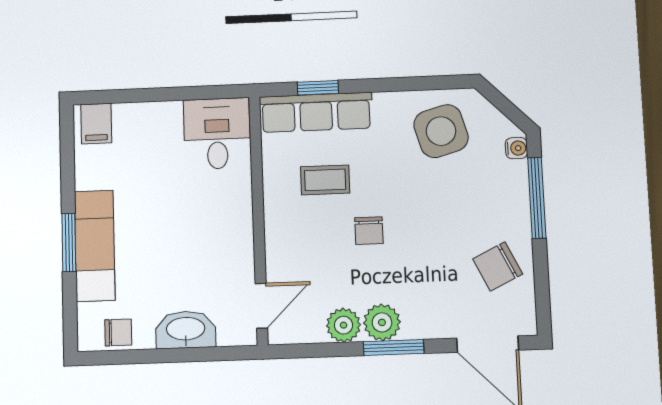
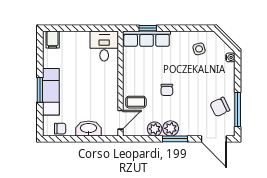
side table: (441, 131) -> (199, 49), width x0.54, depth x0.54
coffee table: (325, 180) -> (136, 102), moved
window: (537, 198) -> (238, 109), moved

